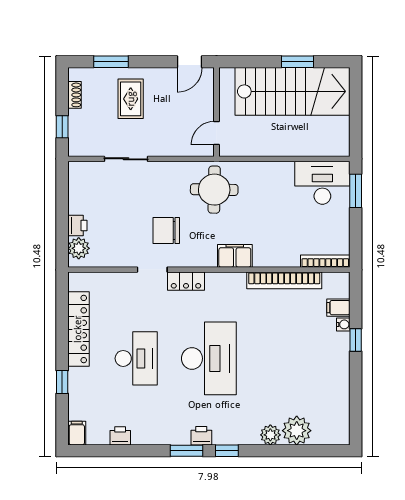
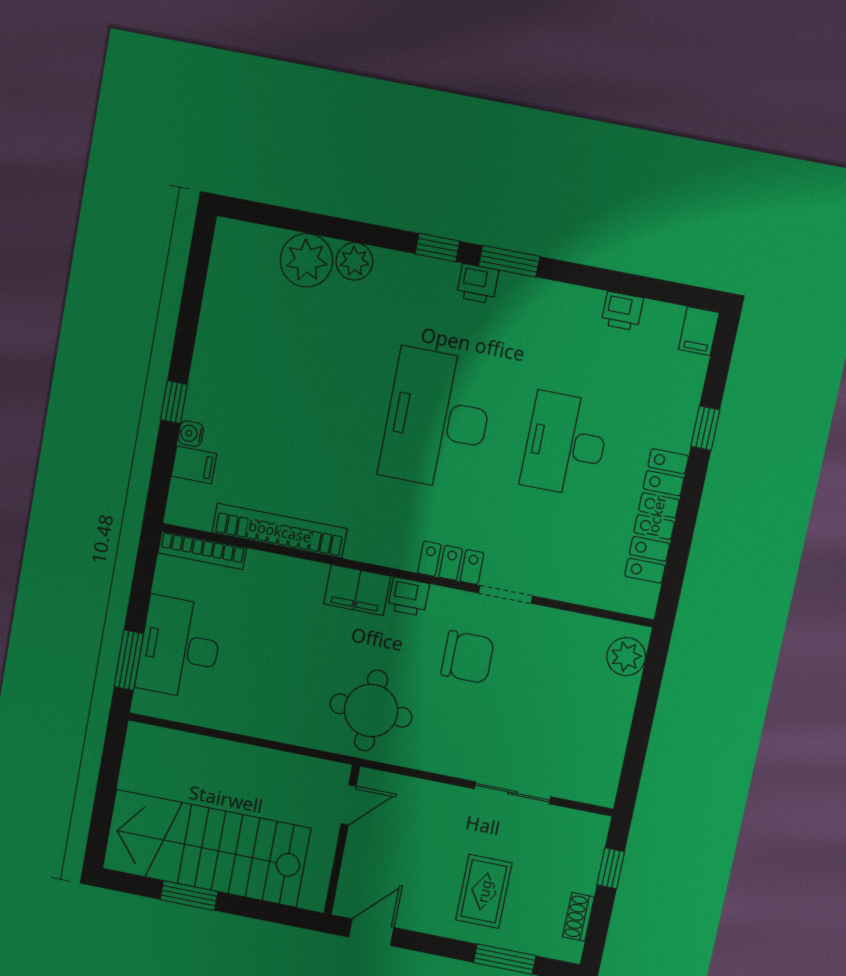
desk: (322, 183) -> (180, 648), moved, turned 90
printer: (77, 226) -> (408, 597), moved, turned -90

